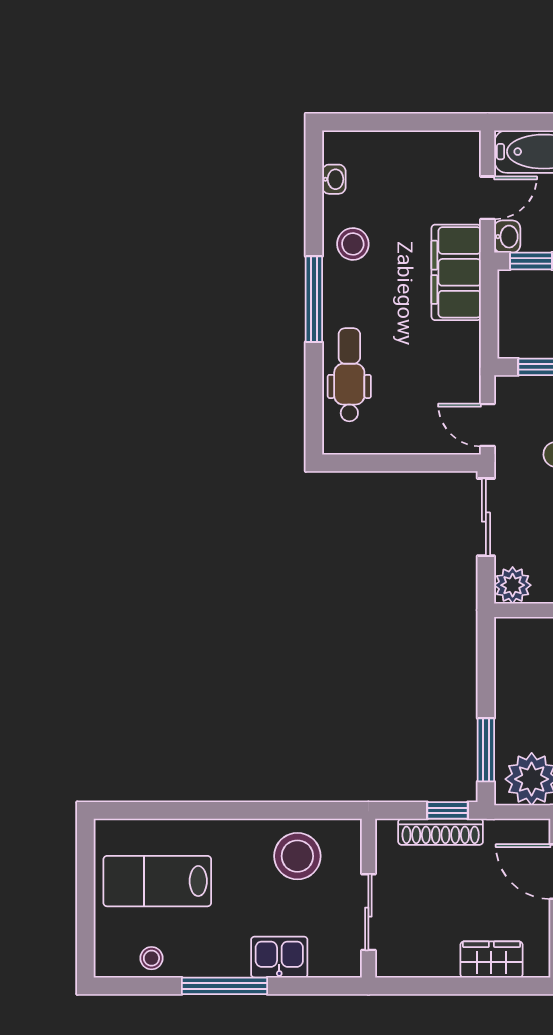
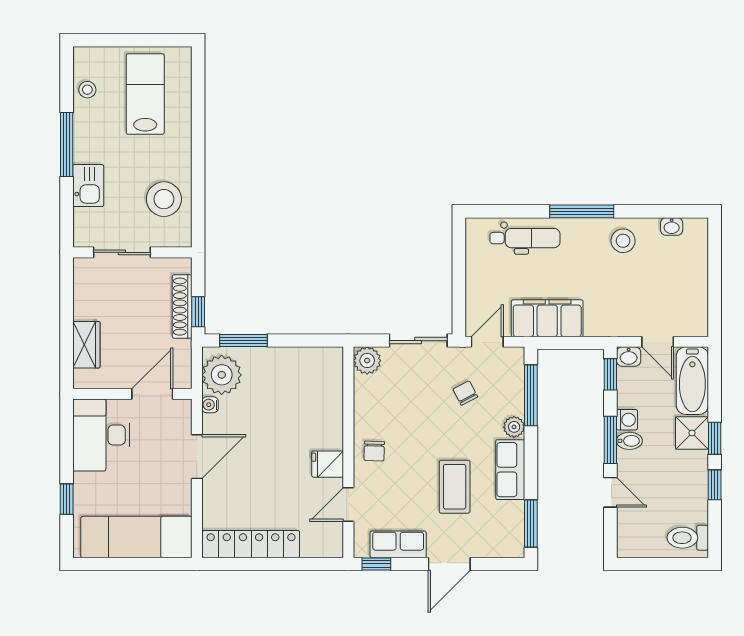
filing cabinet: (456, 272) -> (547, 318), moved

